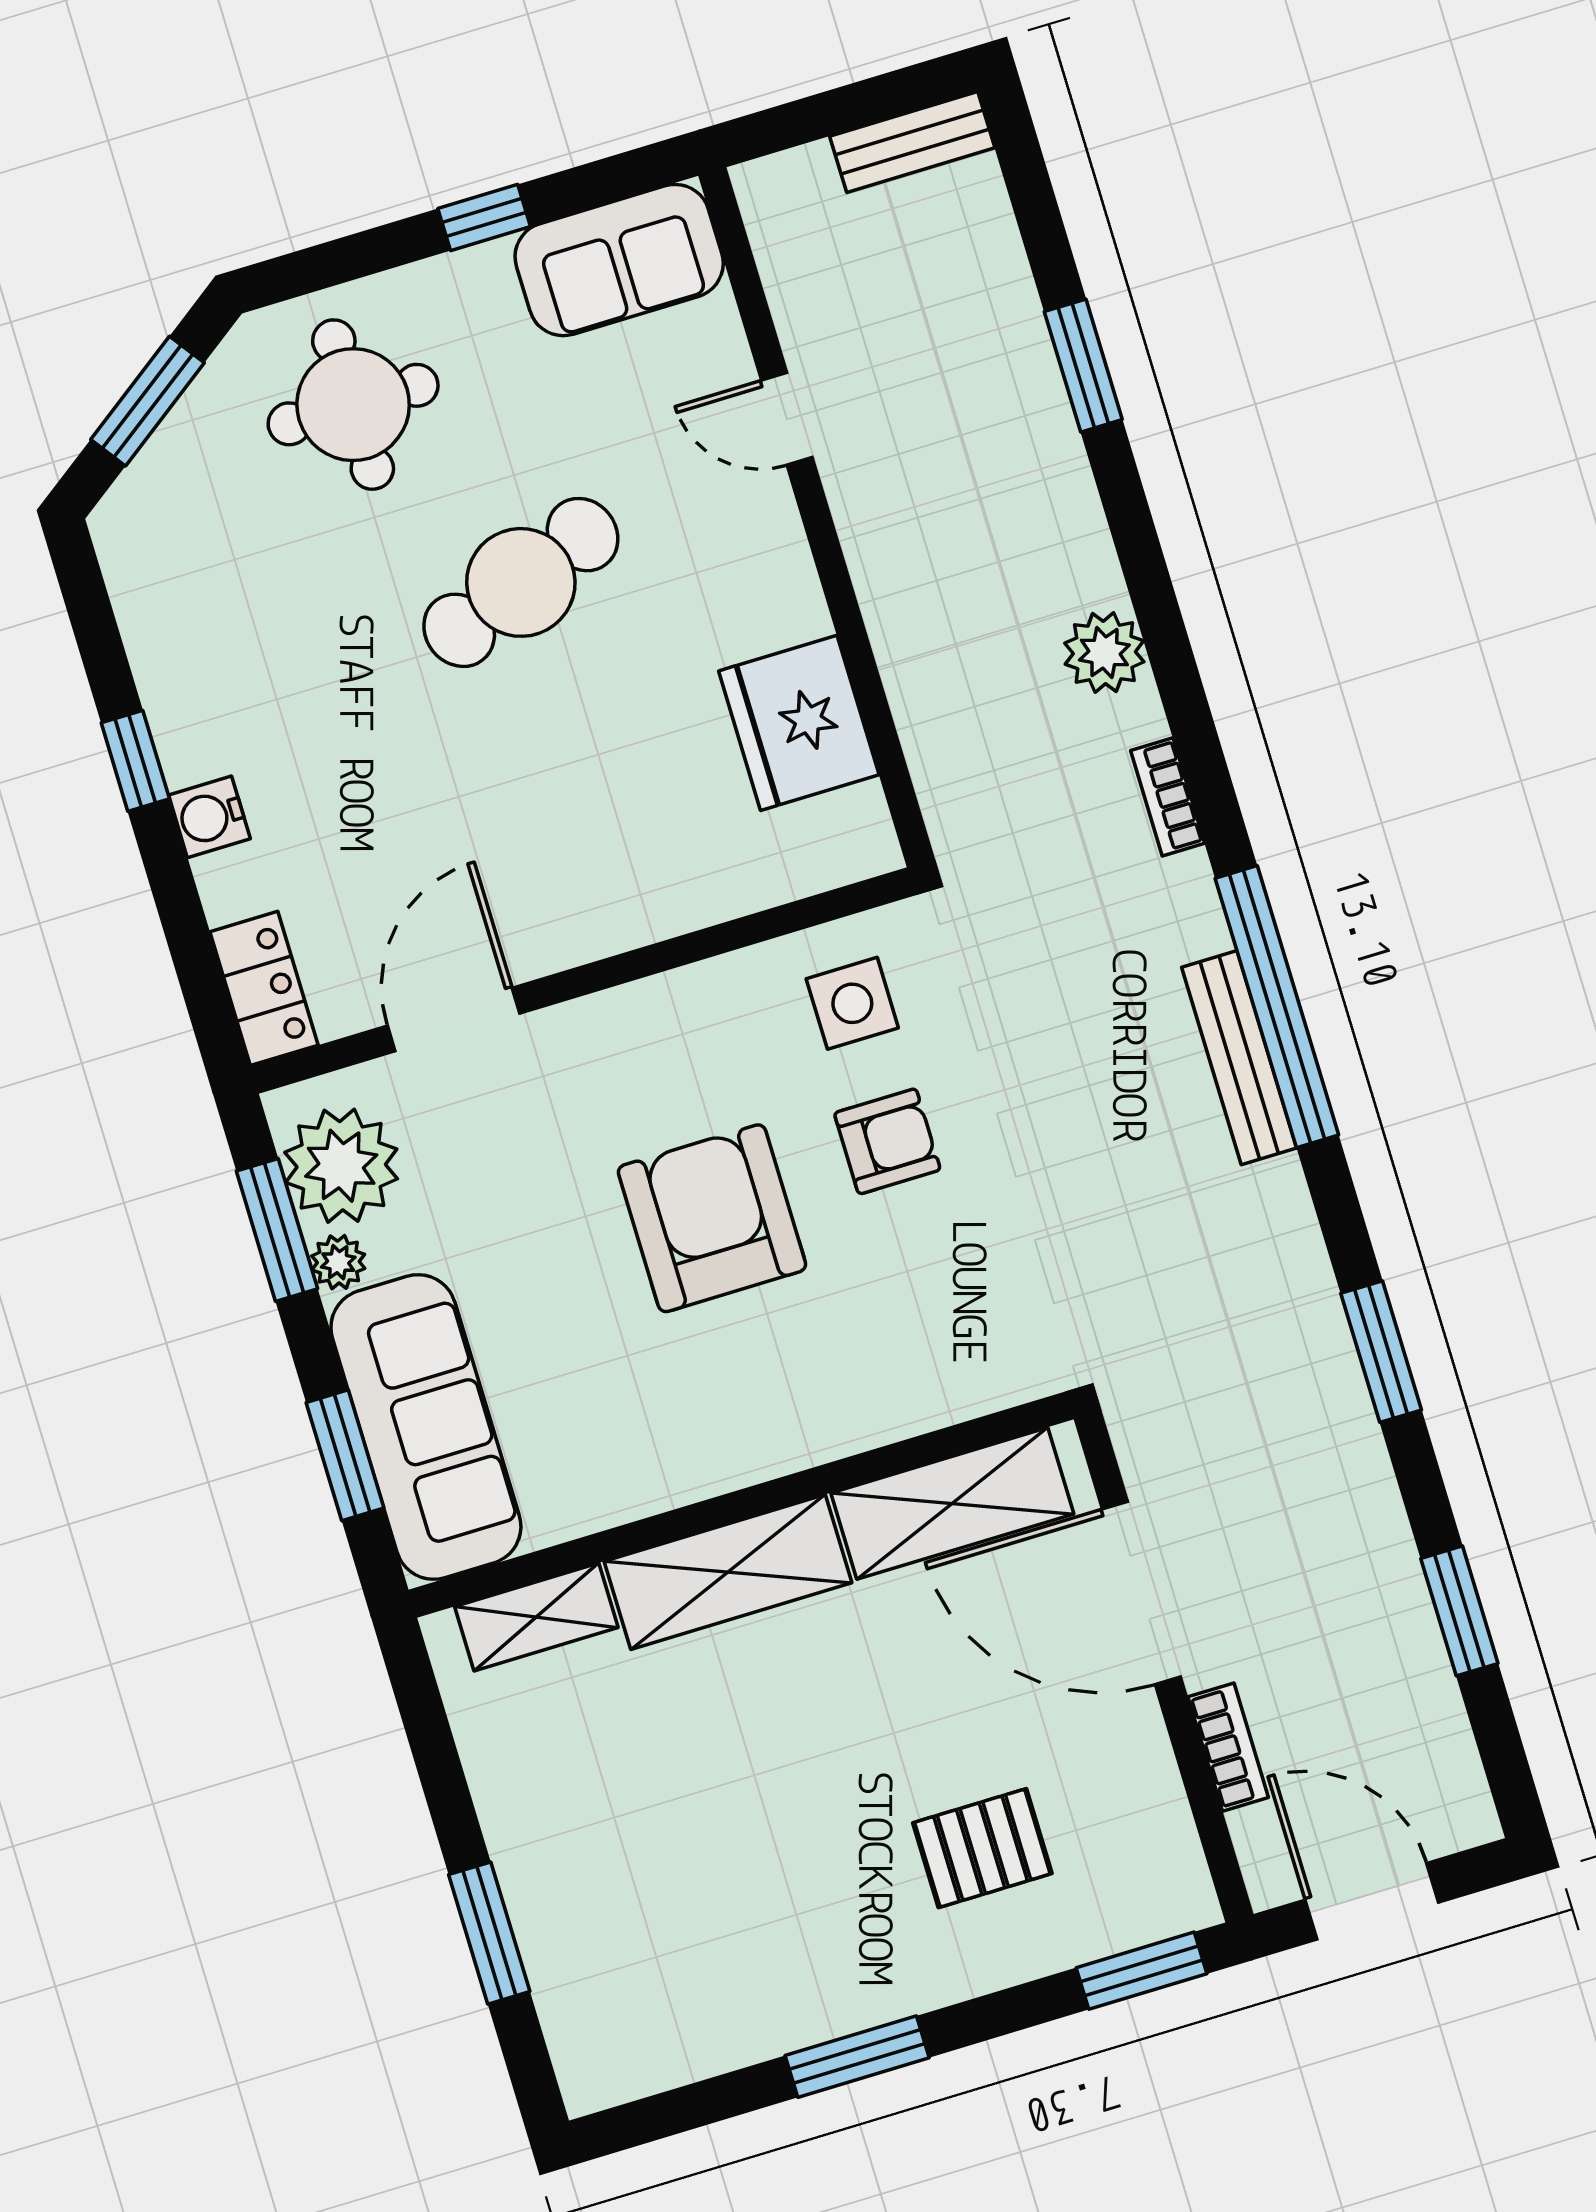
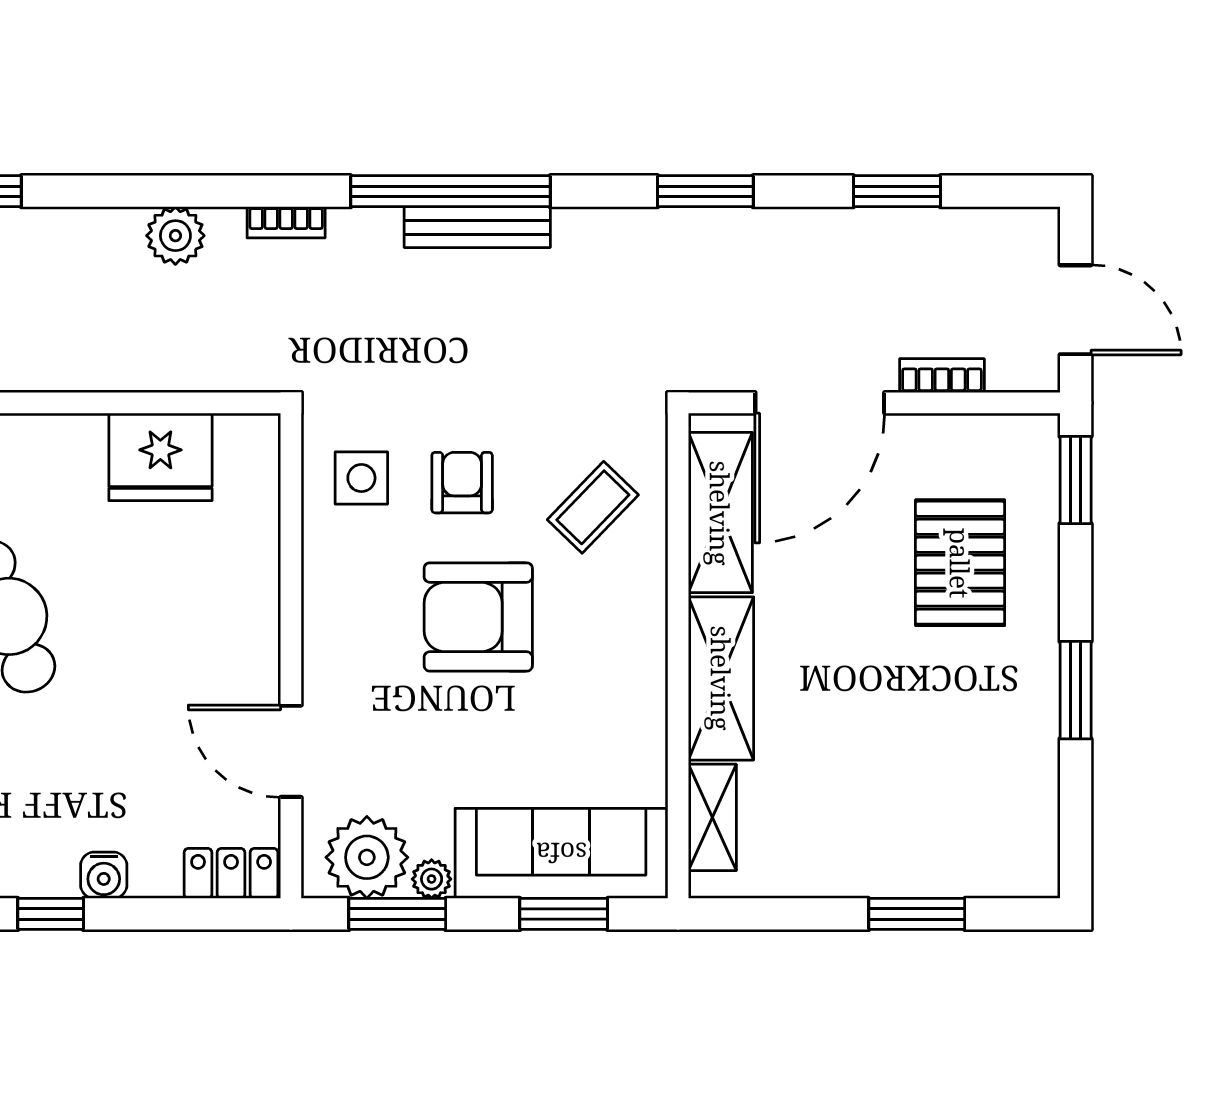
coffee table: (907, 1329) -> (593, 507), added
pallet: (982, 1848) -> (960, 563), width x1.50, depth x1.42
door: (1372, 1901) -> (1076, 310), swing flipped

